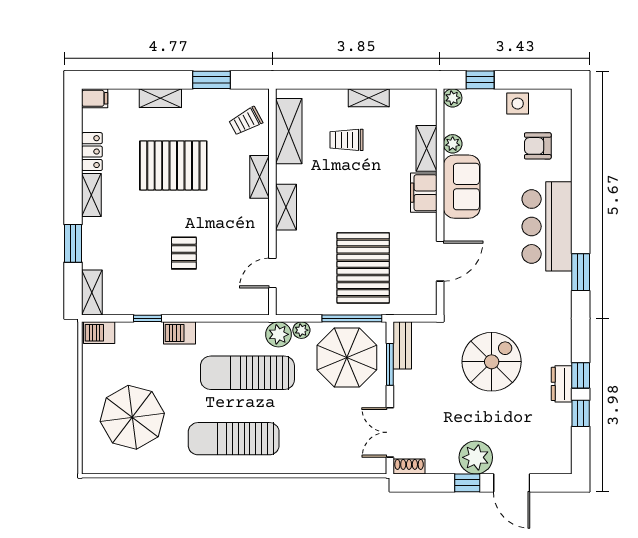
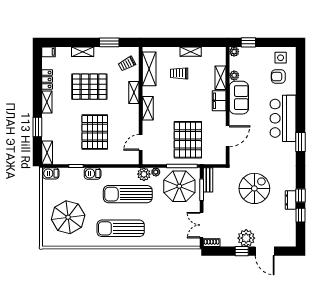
side table: (518, 104) -> (281, 58), moved
pallet: (184, 253) -> (95, 132), width x2.05, depth x2.00

